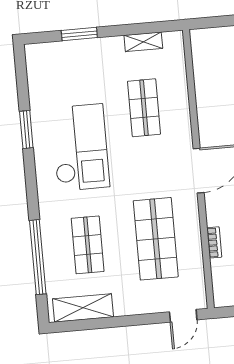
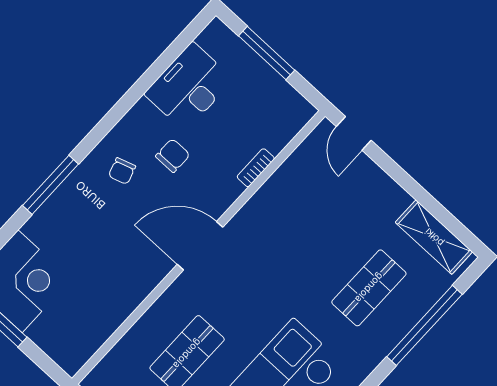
shop shelf: (156, 239) -> (303, 227), removed
door: (183, 316) -> (354, 133), swing flipped

